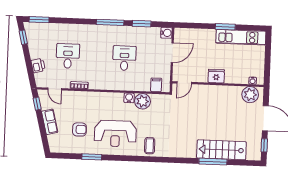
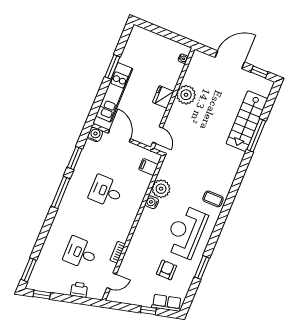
kitchen unit: (241, 37) -> (114, 92), moved
plant: (250, 95) -> (186, 95), moved
window: (37, 104) -> (148, 310), moved
row of seats: (50, 122) -> (167, 303), moved
reception desk: (115, 134) -> (186, 232), turned 180

